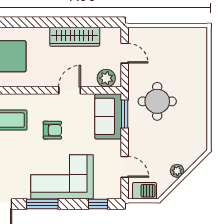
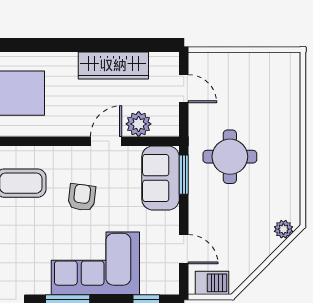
plant: (106, 78) -> (139, 124), moved
armchair: (52, 130) -> (82, 197), turned -83
plant: (177, 171) -> (283, 229), moved

